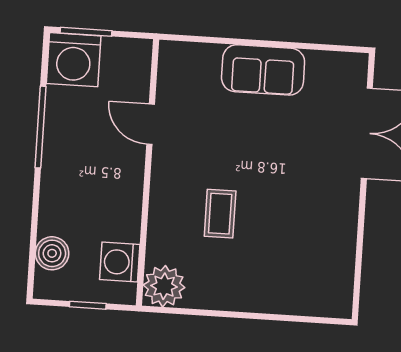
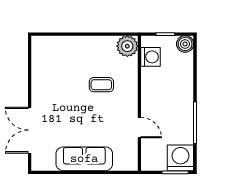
sofa: (263, 70) -> (84, 159), width x1.36
coffee table: (220, 214) -> (101, 85), turned 90
boiler: (52, 253) -> (185, 44), moved

